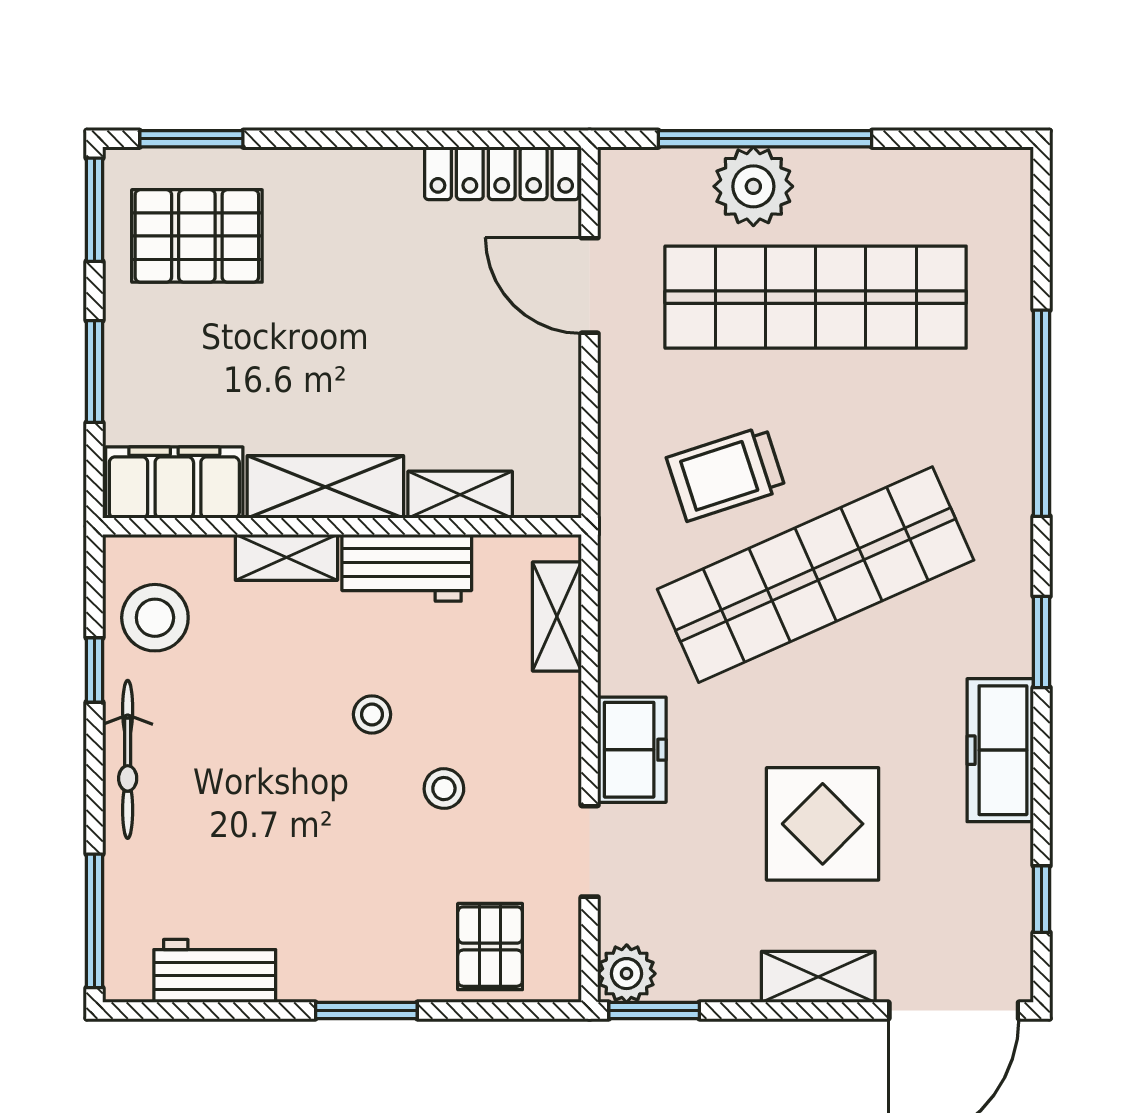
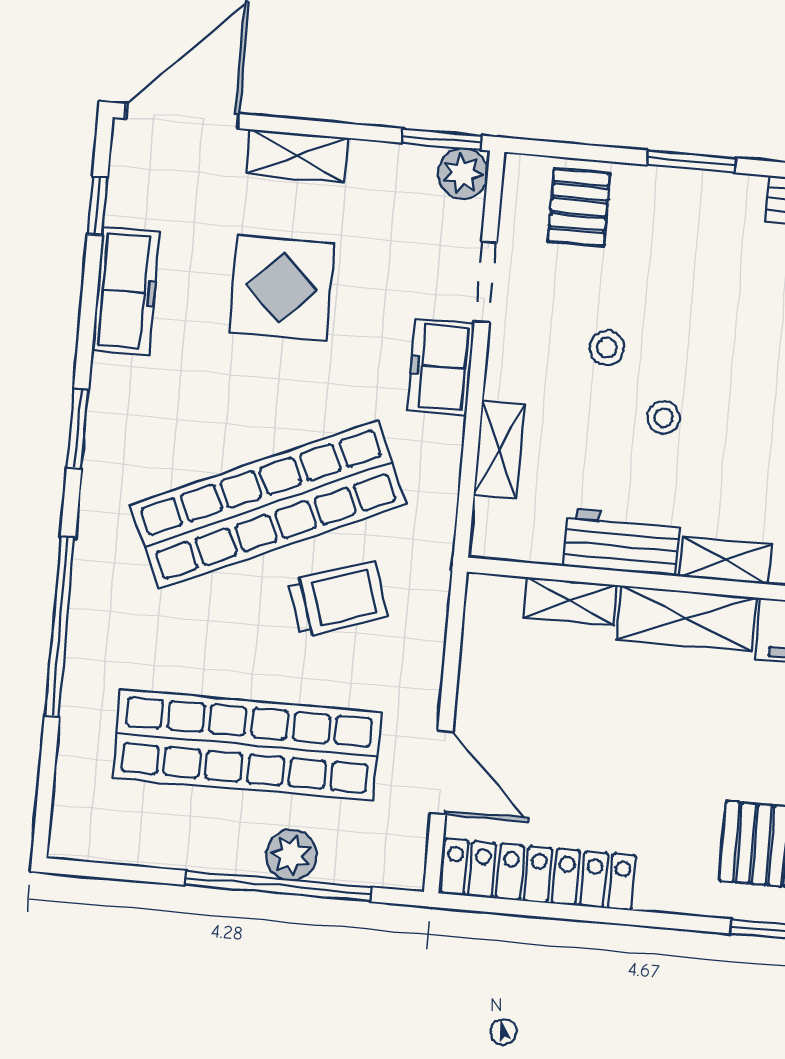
locker: (502, 173) -> (538, 874), width x1.41, depth x1.21
plant: (753, 186) -> (291, 855), width x0.73, depth x0.73
shelving: (557, 616) -> (499, 450), moved
freezer: (1000, 750) -> (126, 291), moved

